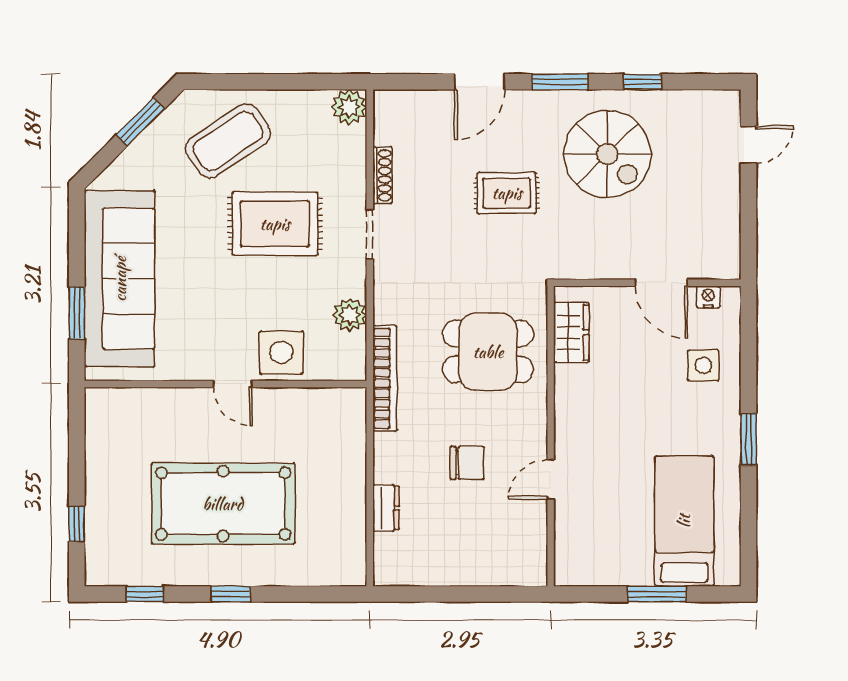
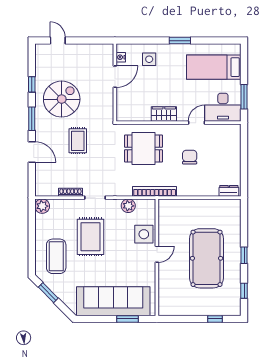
coffee table: (228, 141) -> (56, 256), turned 34
wardrobe: (571, 332) -> (164, 114), moved
dining table: (488, 352) -> (143, 149), turned 90
door: (551, 479) -> (196, 123), swing flipped
dresser: (386, 508) -> (229, 191), moved
desk: (588, 543) -> (223, 107), added
window: (657, 594) -> (244, 97), moved

